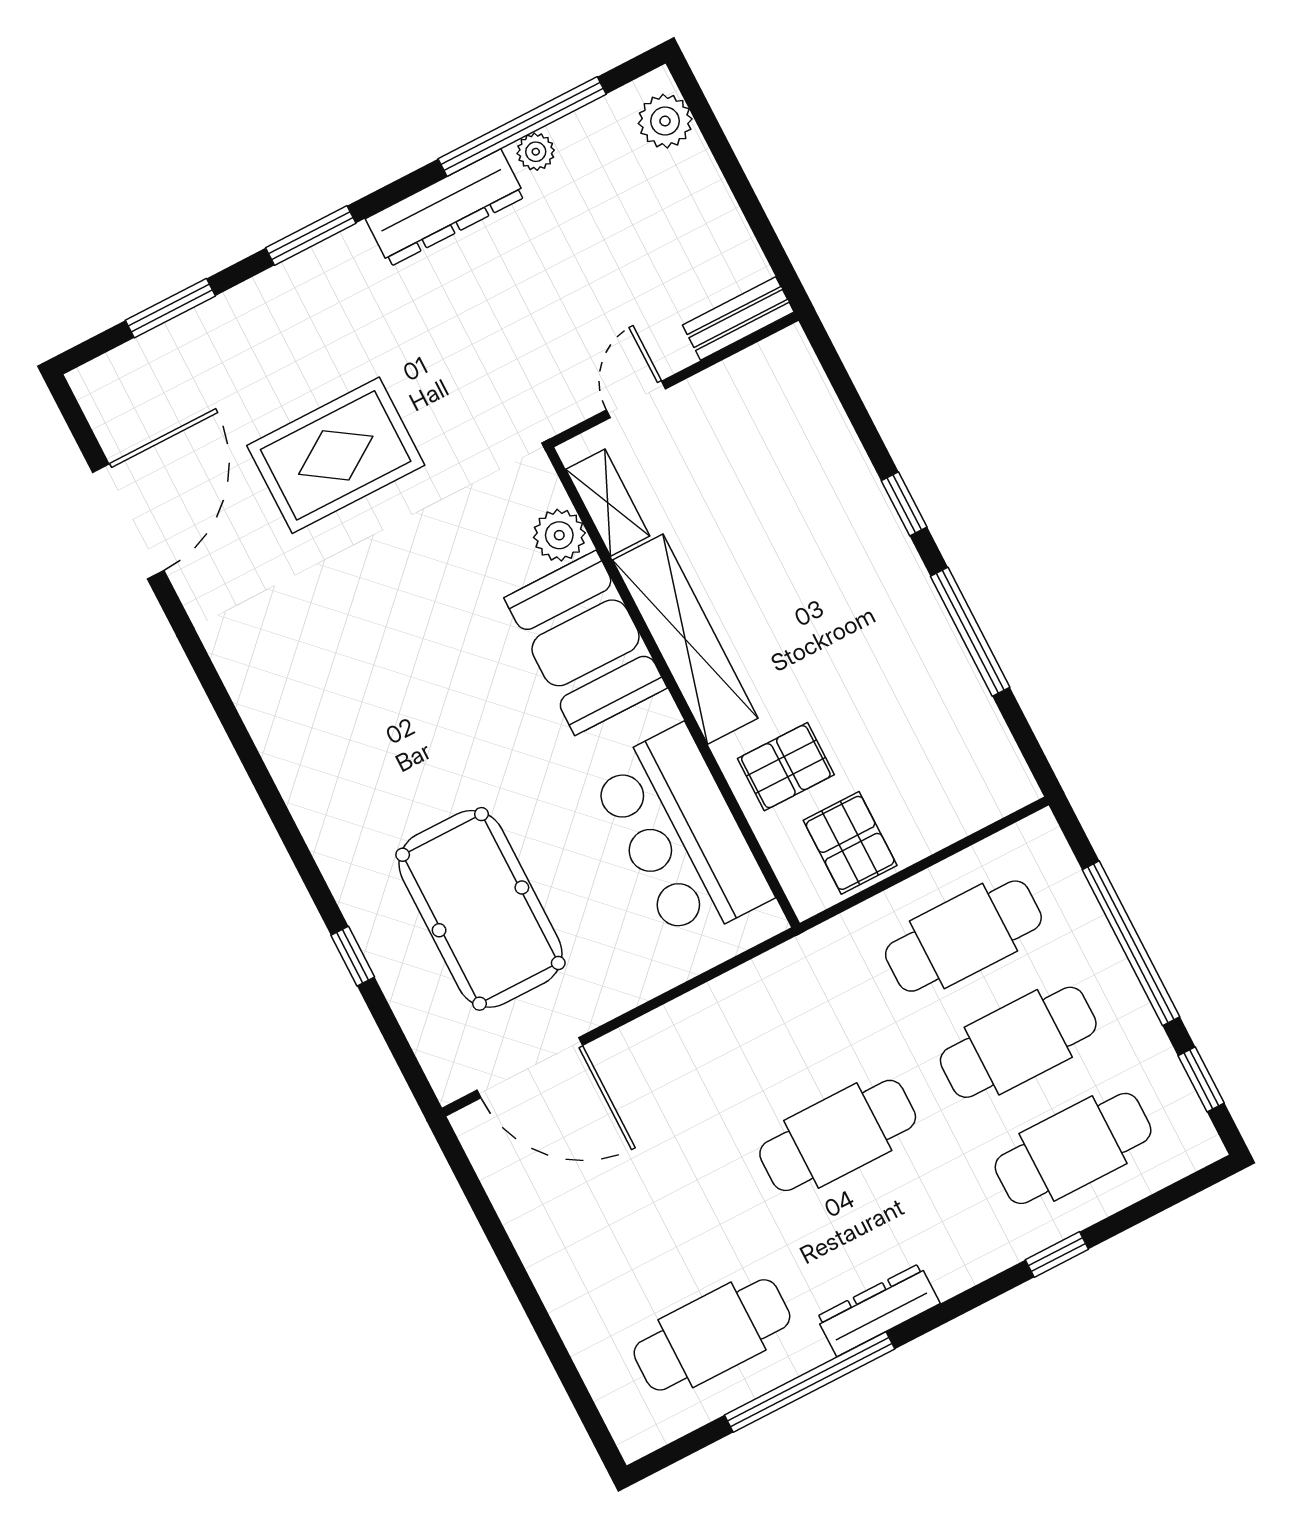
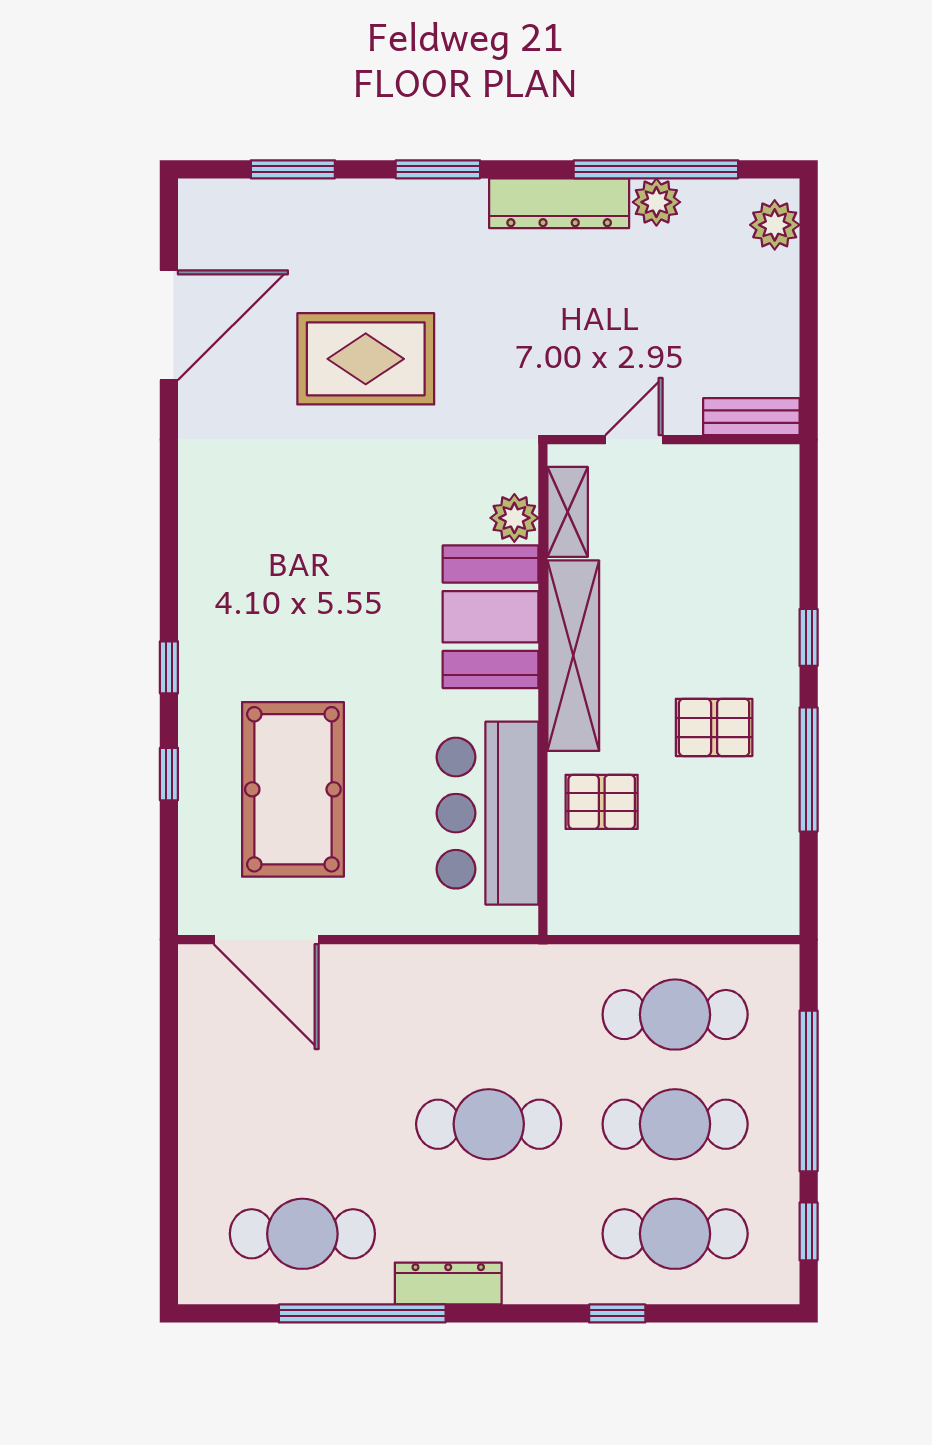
plant: (536, 152) -> (656, 202), width x1.38, depth x1.38
pallet: (850, 843) -> (714, 727), moved, turned 90
window: (299, 853) -> (169, 667), added

